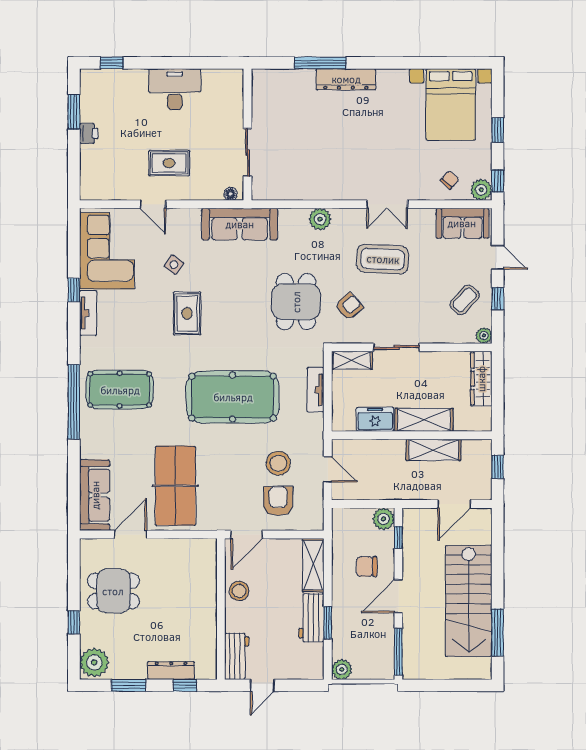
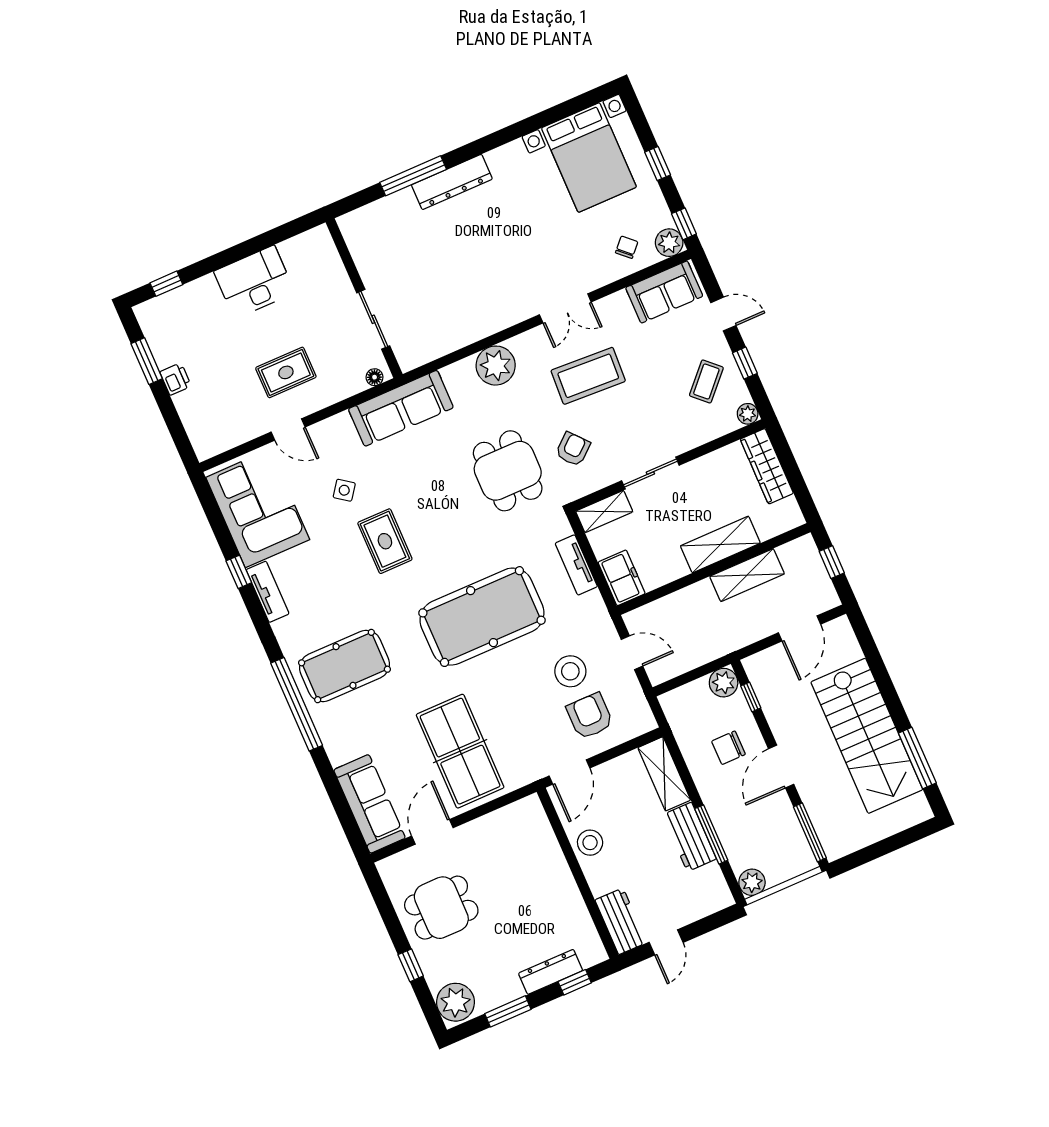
plant: (320, 219) -> (496, 366), width x1.36, depth x1.36
freezer: (375, 419) -> (622, 578), moved, turned 90
window: (328, 623) -> (711, 834), width x1.44

